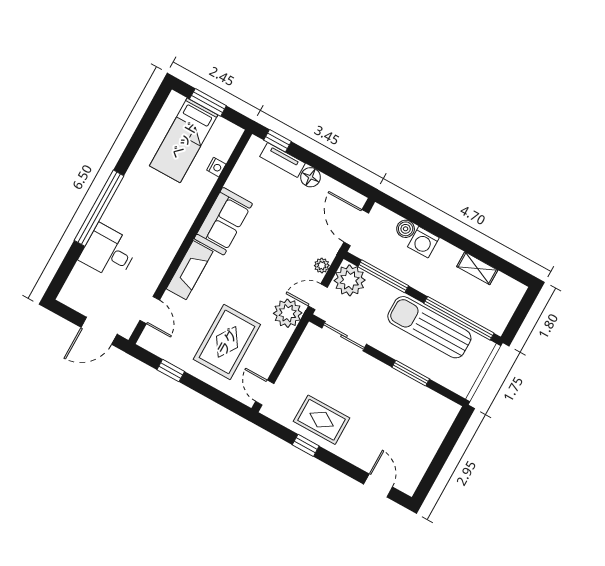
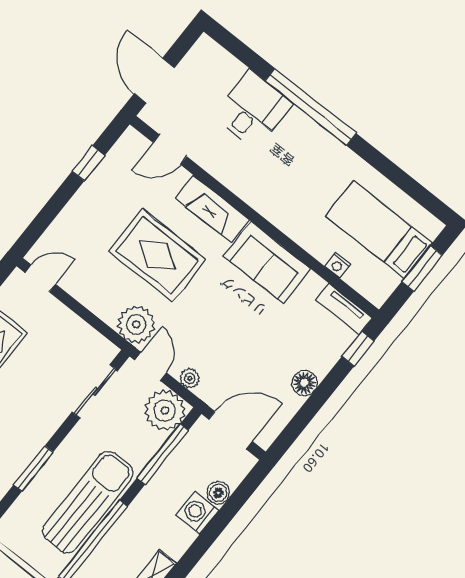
tv unit: (282, 160) -> (344, 309), moved, turned -90
rug: (227, 342) -> (157, 255), moved

